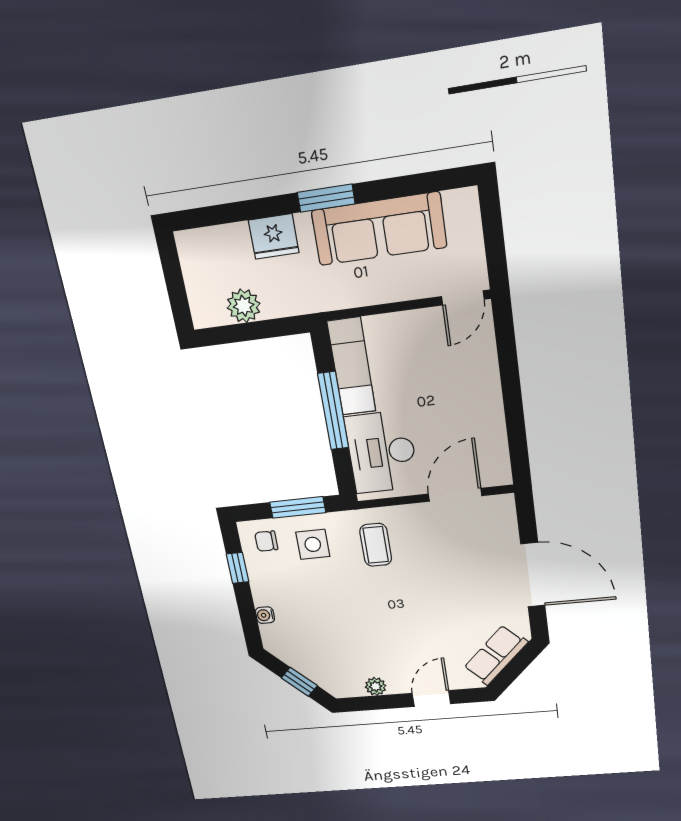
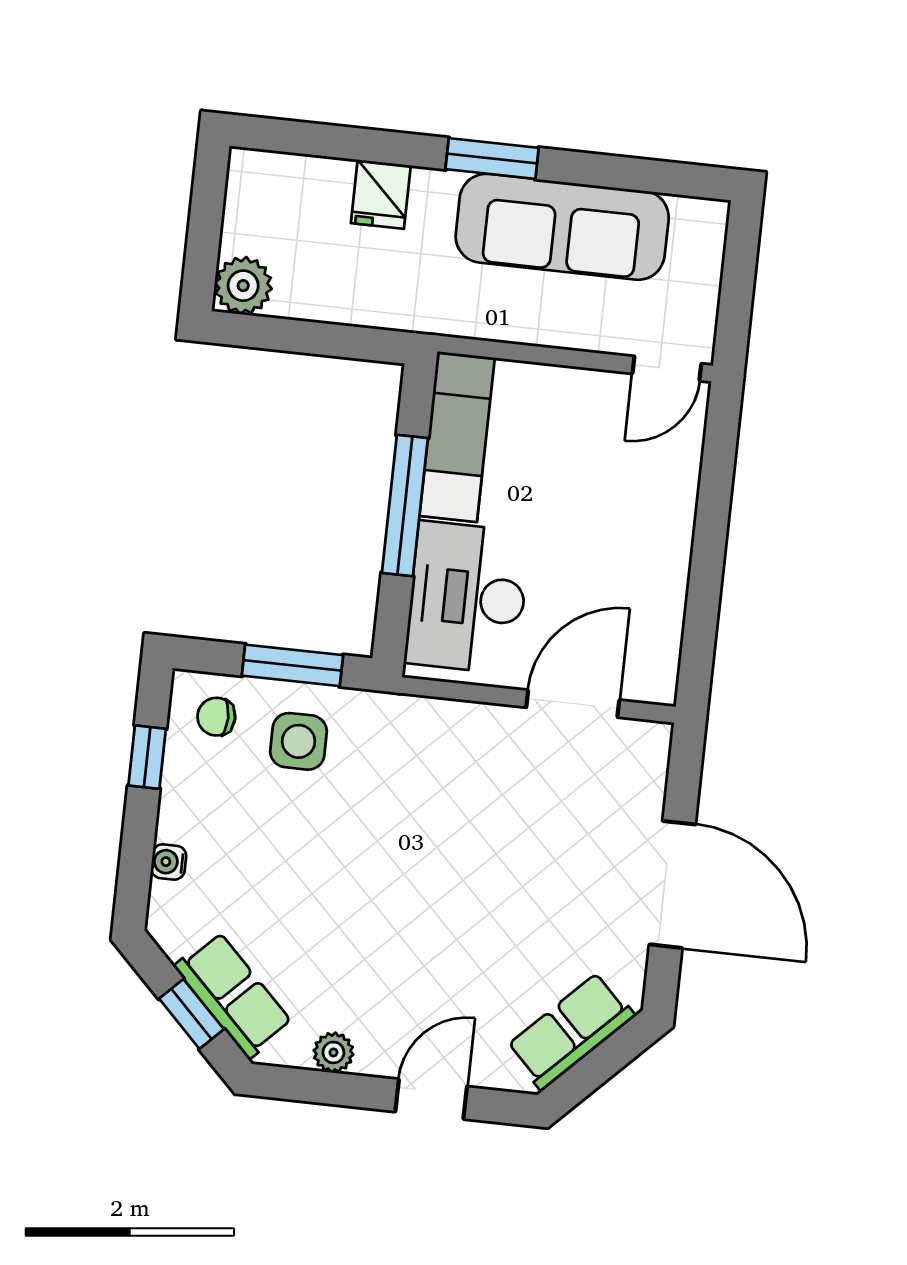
fridge: (274, 236) -> (381, 194), width x0.72
plant: (244, 306) -> (243, 286), moved
coffee table: (376, 545) -> (411, 767), removed
row of seats: (317, 670) -> (233, 995), added

